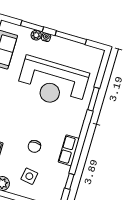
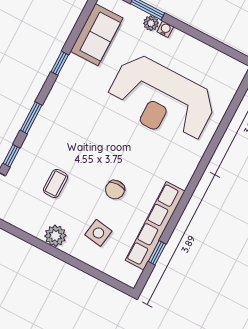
window: (71, 38) -> (202, 37), removed
window: (94, 99) -> (218, 136), removed
row of seats: (69, 150) -> (155, 226), width x2.02

